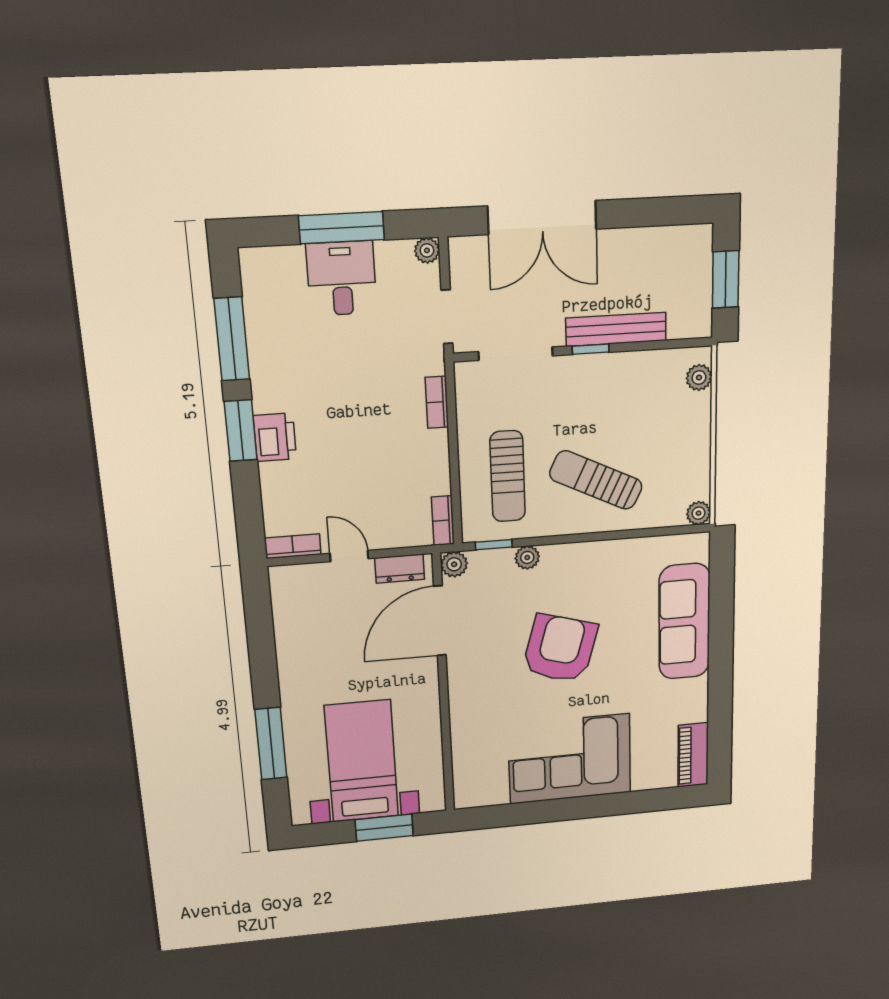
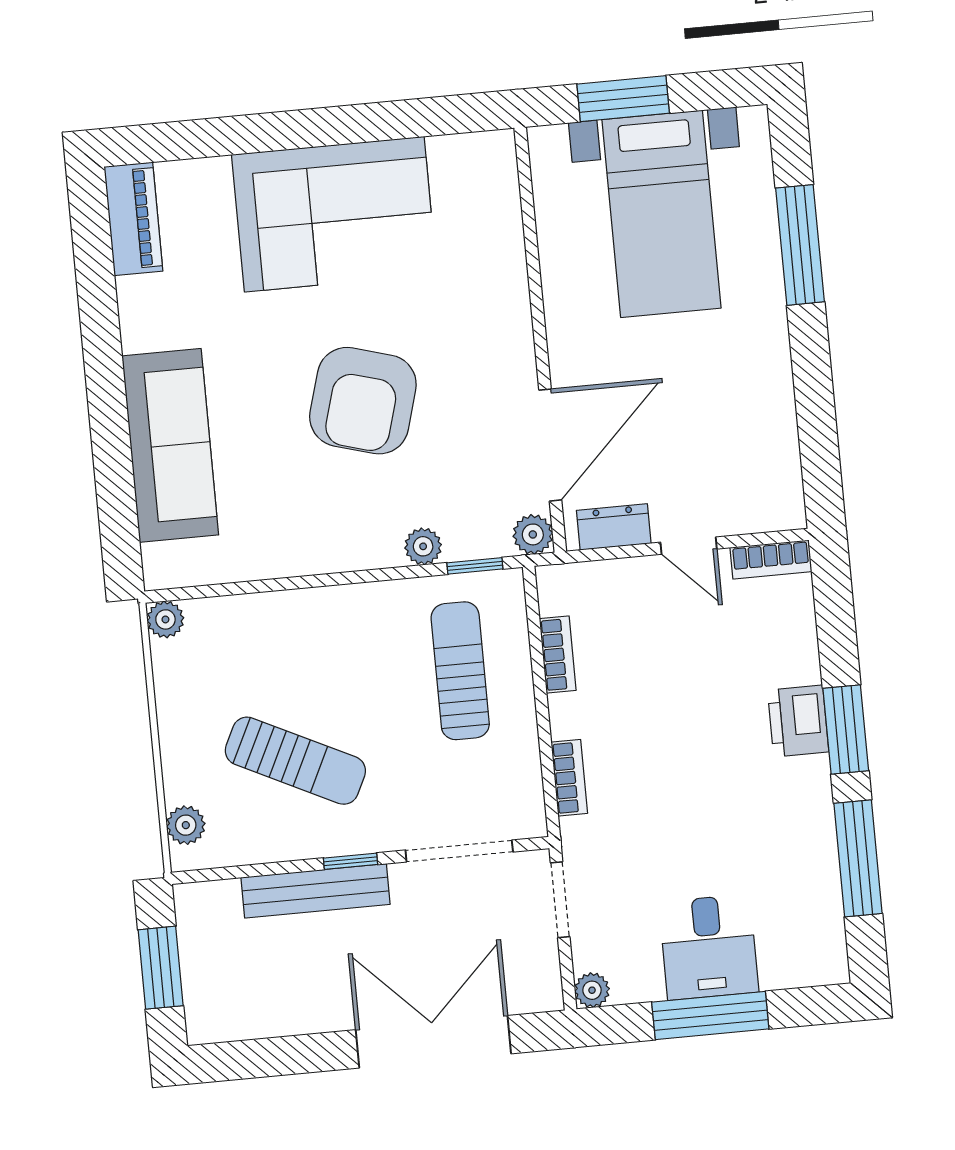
sun lounger: (596, 480) -> (295, 761), moved
bookcase: (443, 521) -> (558, 655), moved

